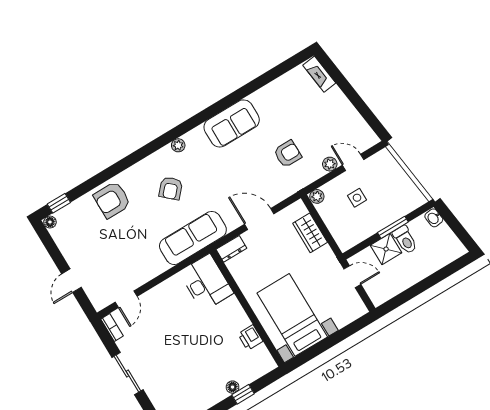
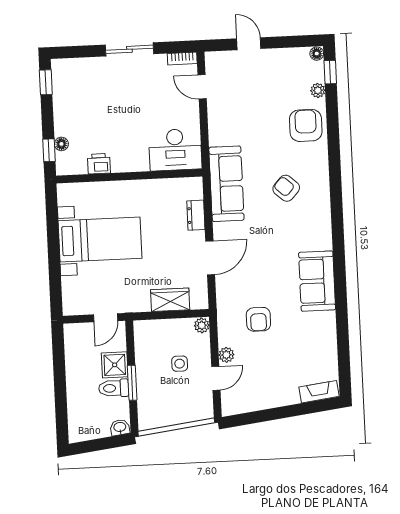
plant: (178, 145) -> (318, 90), moved
desk: (206, 283) -> (175, 150), moved
wall: (247, 308) -> (129, 176), moved
printer: (250, 338) -> (99, 164), moved

